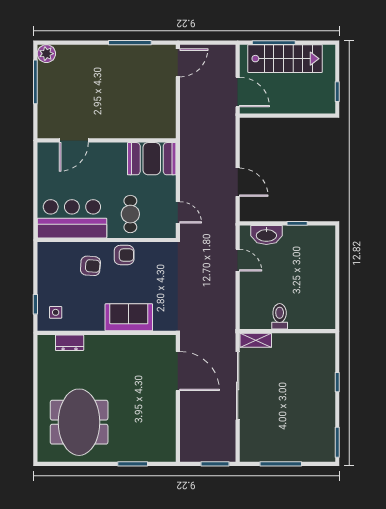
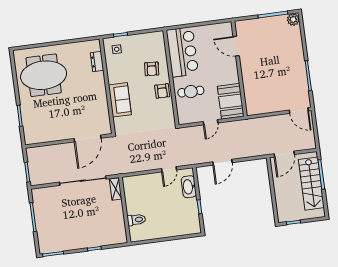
door: (178, 212) -> (211, 122), moved
toilet: (280, 316) -> (136, 220), moved

